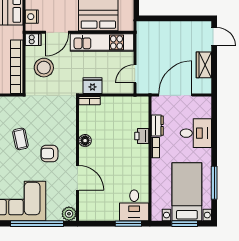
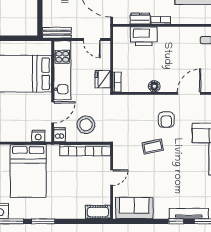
door: (57, 32) -> (53, 112), hinge flipped
bench: (142, 37) -> (57, 33), added
printer: (142, 136) -> (144, 36), width x1.87, depth x1.48

